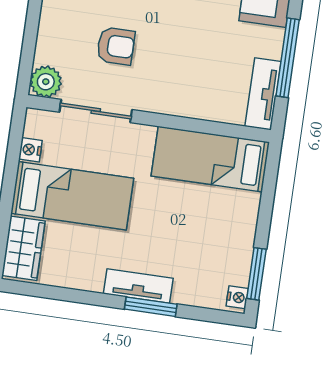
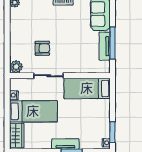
tv unit: (263, 94) -> (105, 46), moved
sliding door: (96, 111) -> (49, 76), moved

